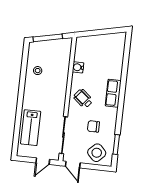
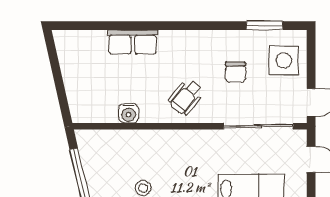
row of seats: (113, 93) -> (133, 42), moved
side table: (97, 153) -> (284, 61), turned 45

